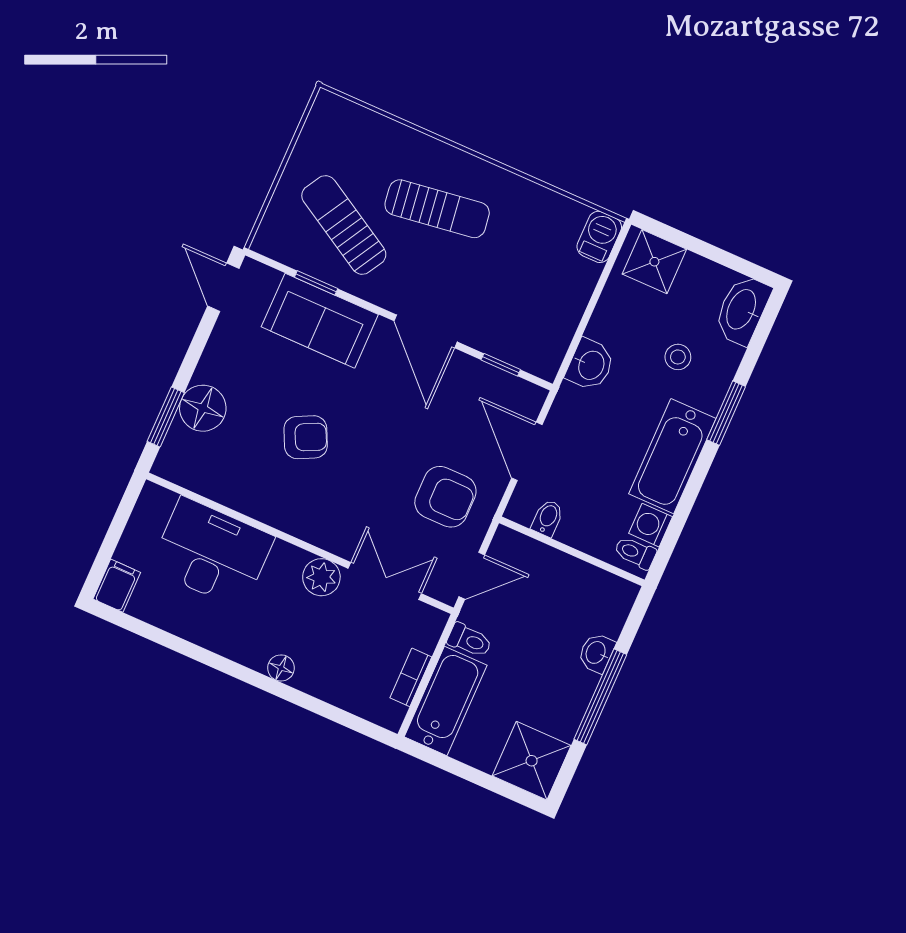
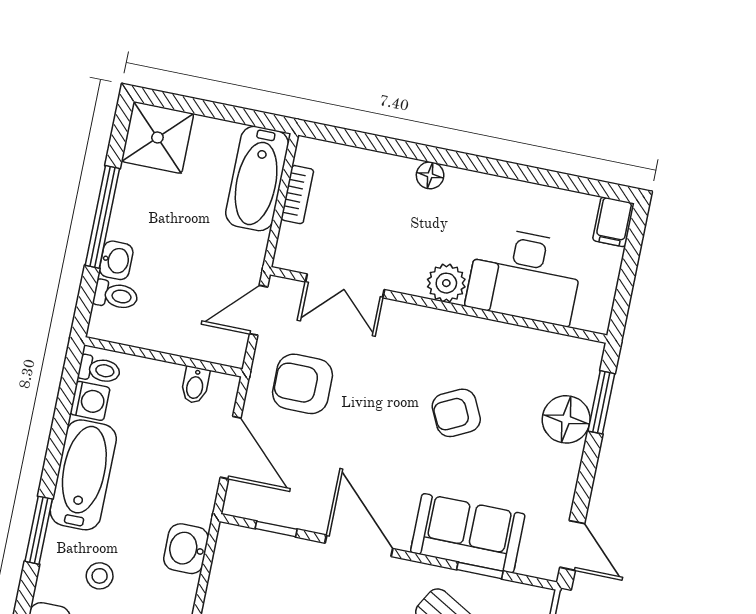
plant: (321, 577) -> (446, 283), moved
toilet: (470, 640) -> (116, 295), moved, turned 180

